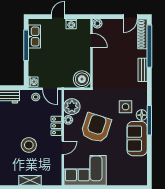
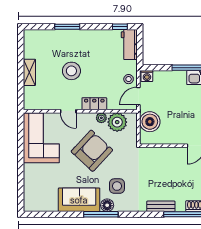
boiler: (82, 79) -> (150, 122), moved
armchair: (96, 128) -> (92, 151), turned -65

